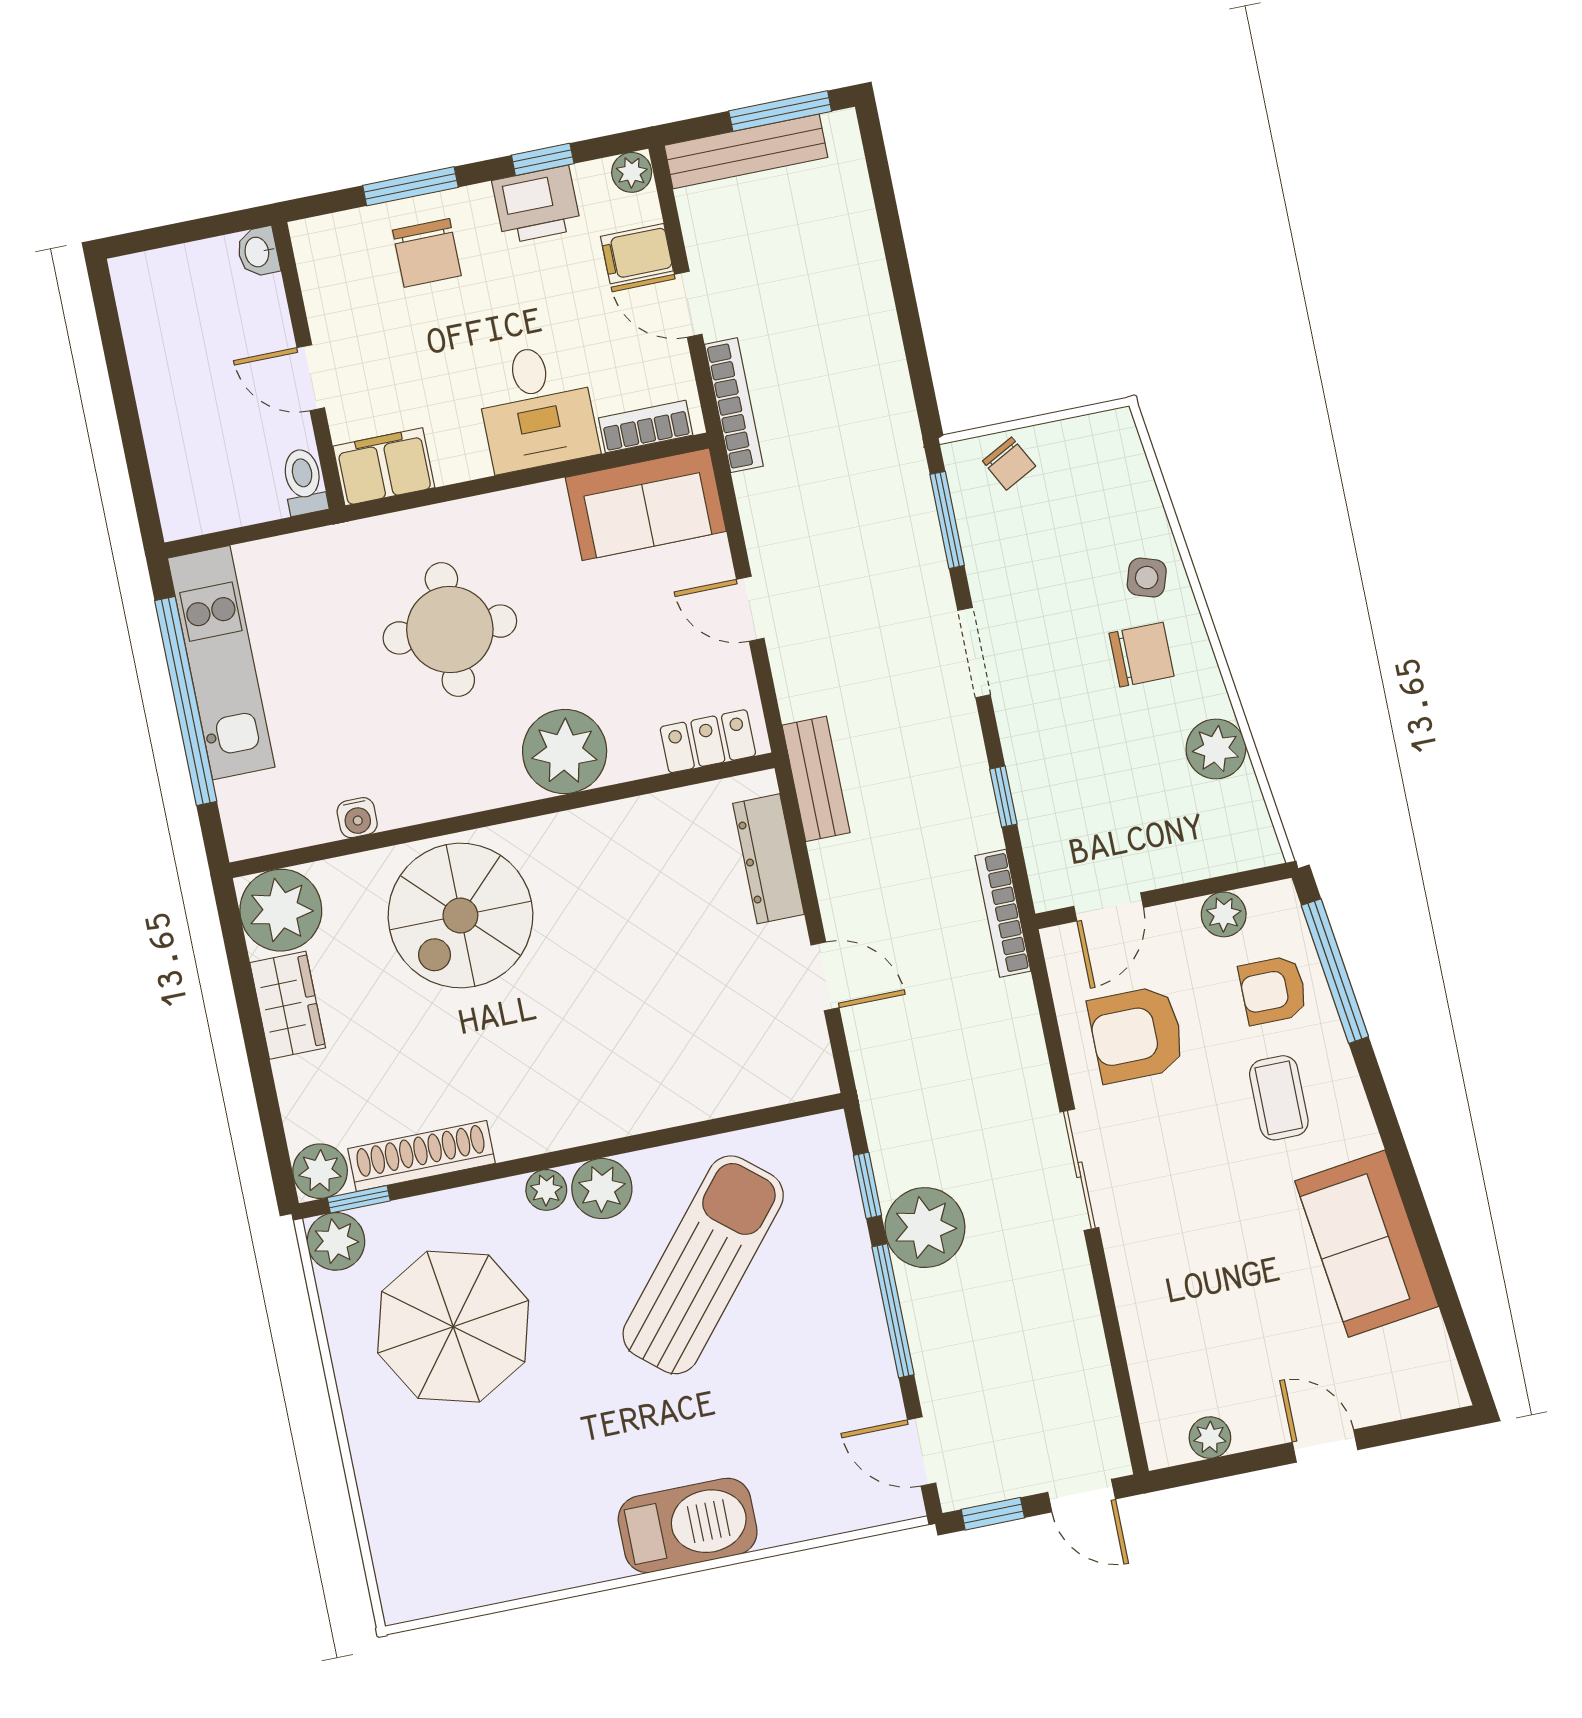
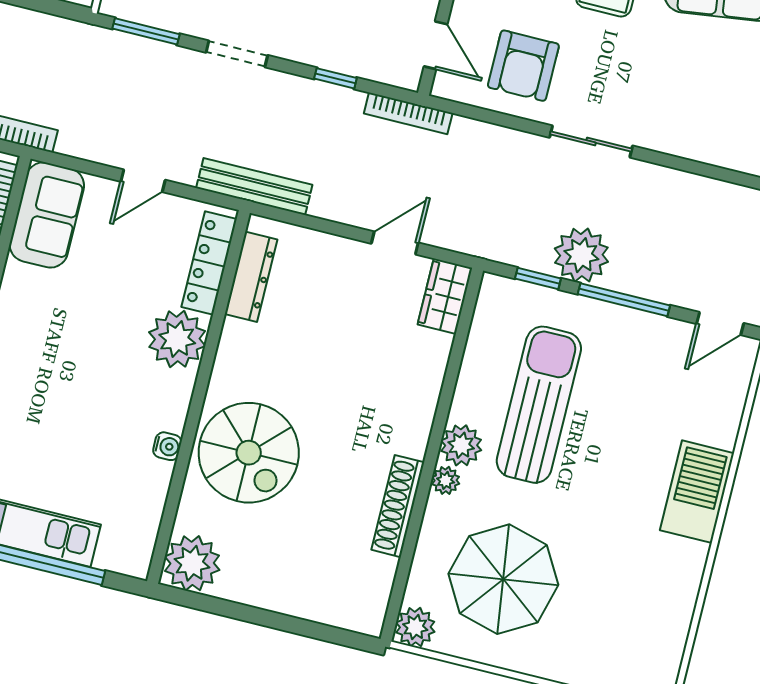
round table: (450, 630) -> (67, 374), removed
locker: (708, 741) -> (209, 263), width x1.53
bench: (816, 779) -> (254, 186), width x1.36
water cooler: (357, 818) -> (167, 446), moved
dresser: (768, 859) -> (251, 277), moved, turned -90
wardrobe: (288, 1005) -> (445, 296), moved, turned -90
shoe rack: (421, 1156) -> (398, 506), moved
plant: (320, 1171) -> (367, 616), removed
window: (359, 1199) -> (396, 600), removed
sun lounger: (703, 1265) -> (539, 405), turned 50

